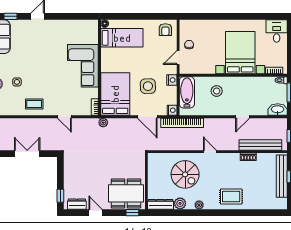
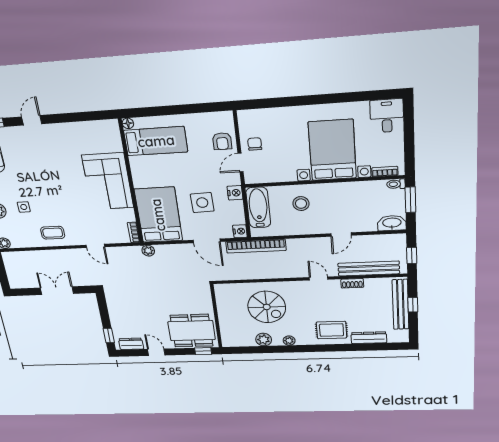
armchair: (165, 30) -> (222, 141), moved
door: (210, 152) -> (319, 278), moved
dresser: (161, 204) -> (369, 338), moved

